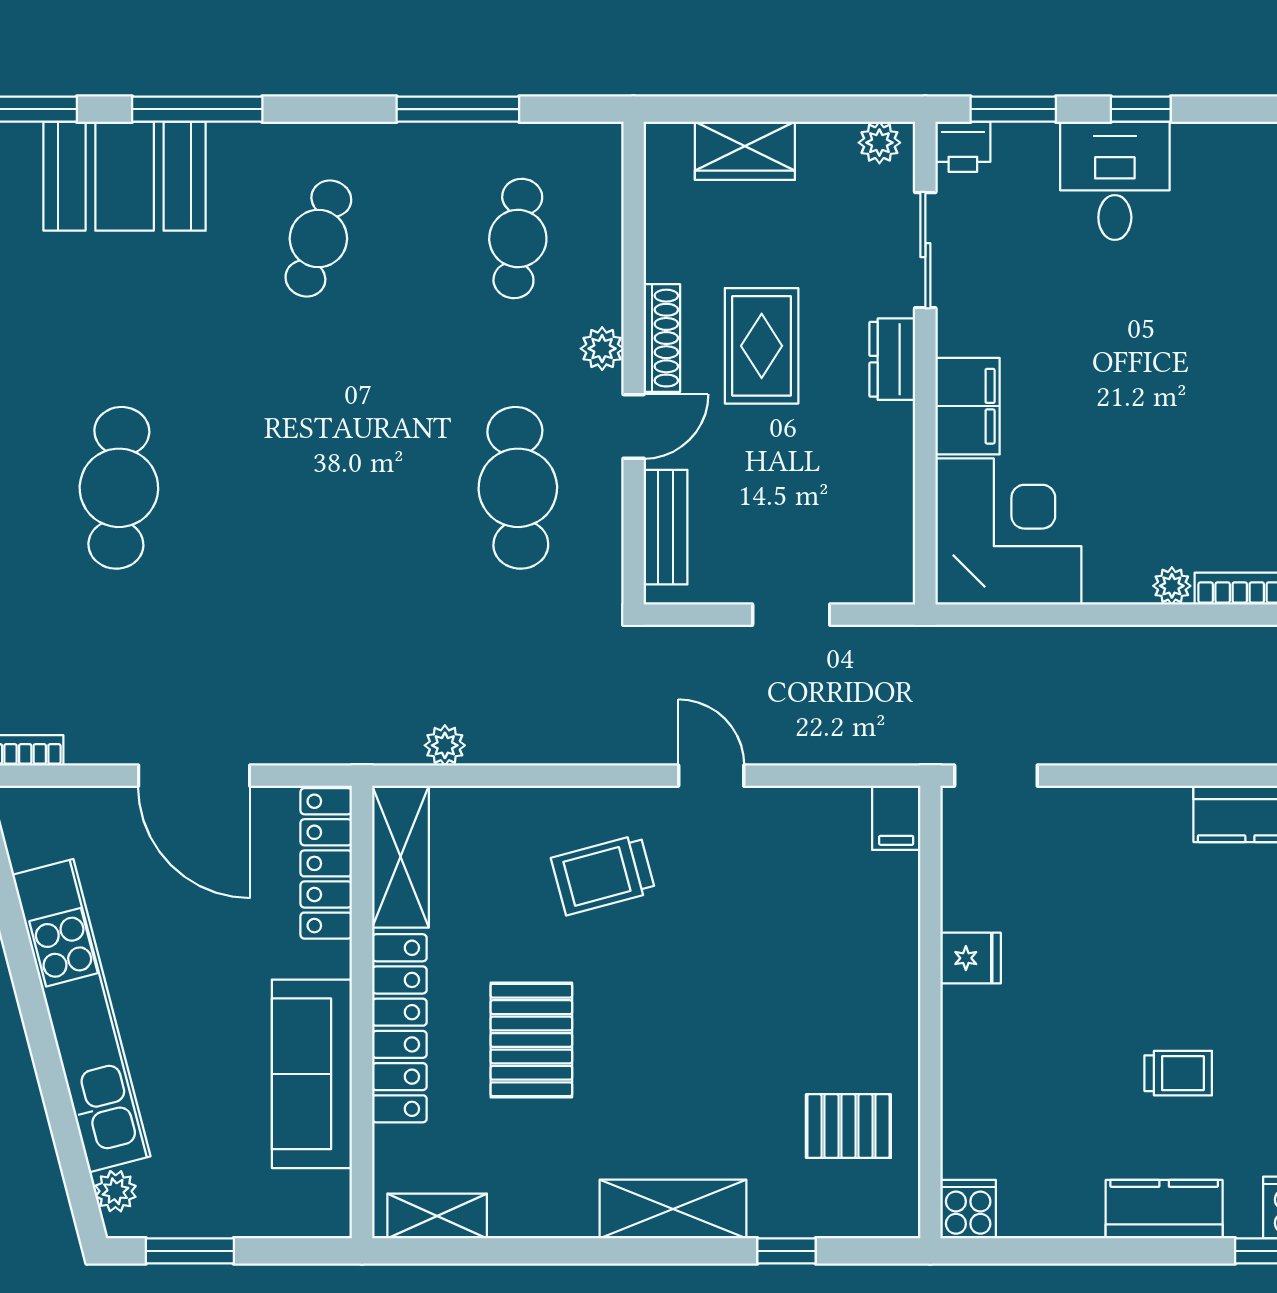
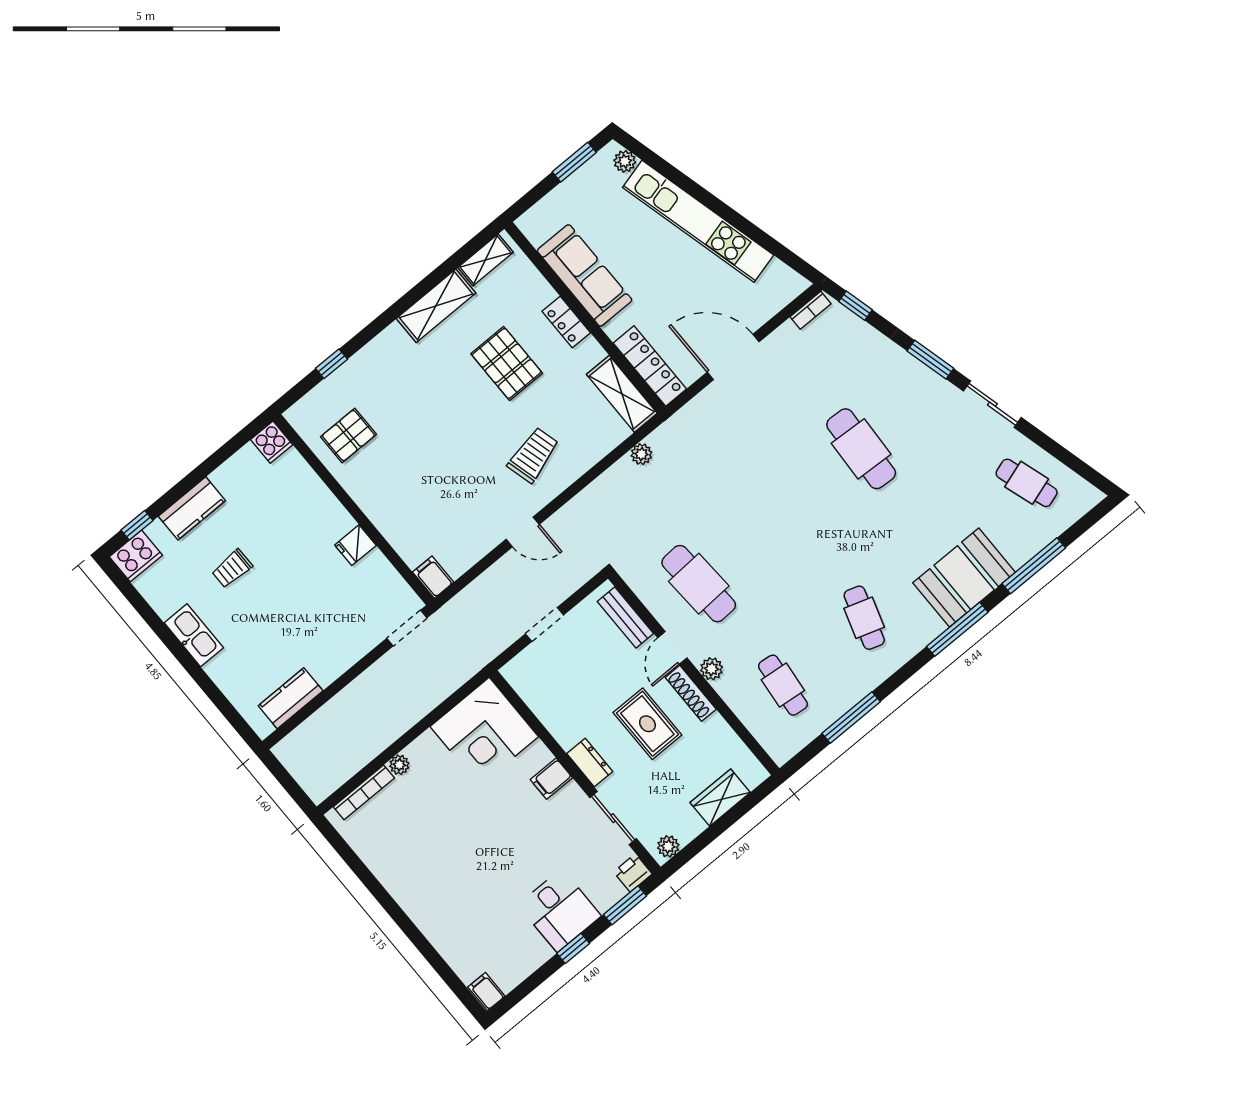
filing cabinet: (968, 406) -> (551, 779), width x0.50
locker: (399, 1028) -> (566, 322), width x0.46, depth x0.83
shelving: (673, 1209) -> (436, 306), moved

